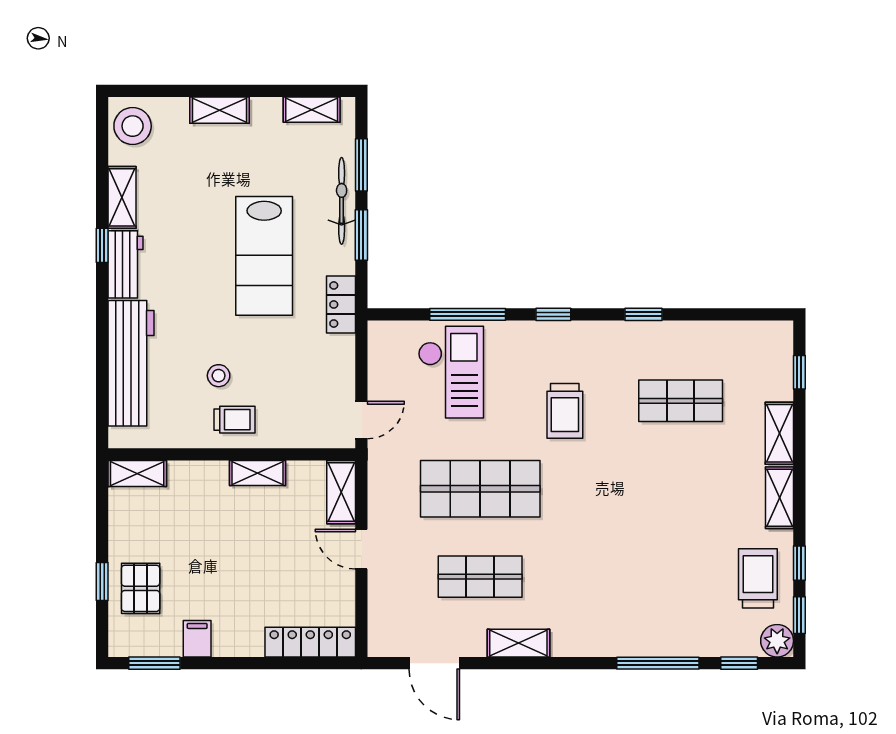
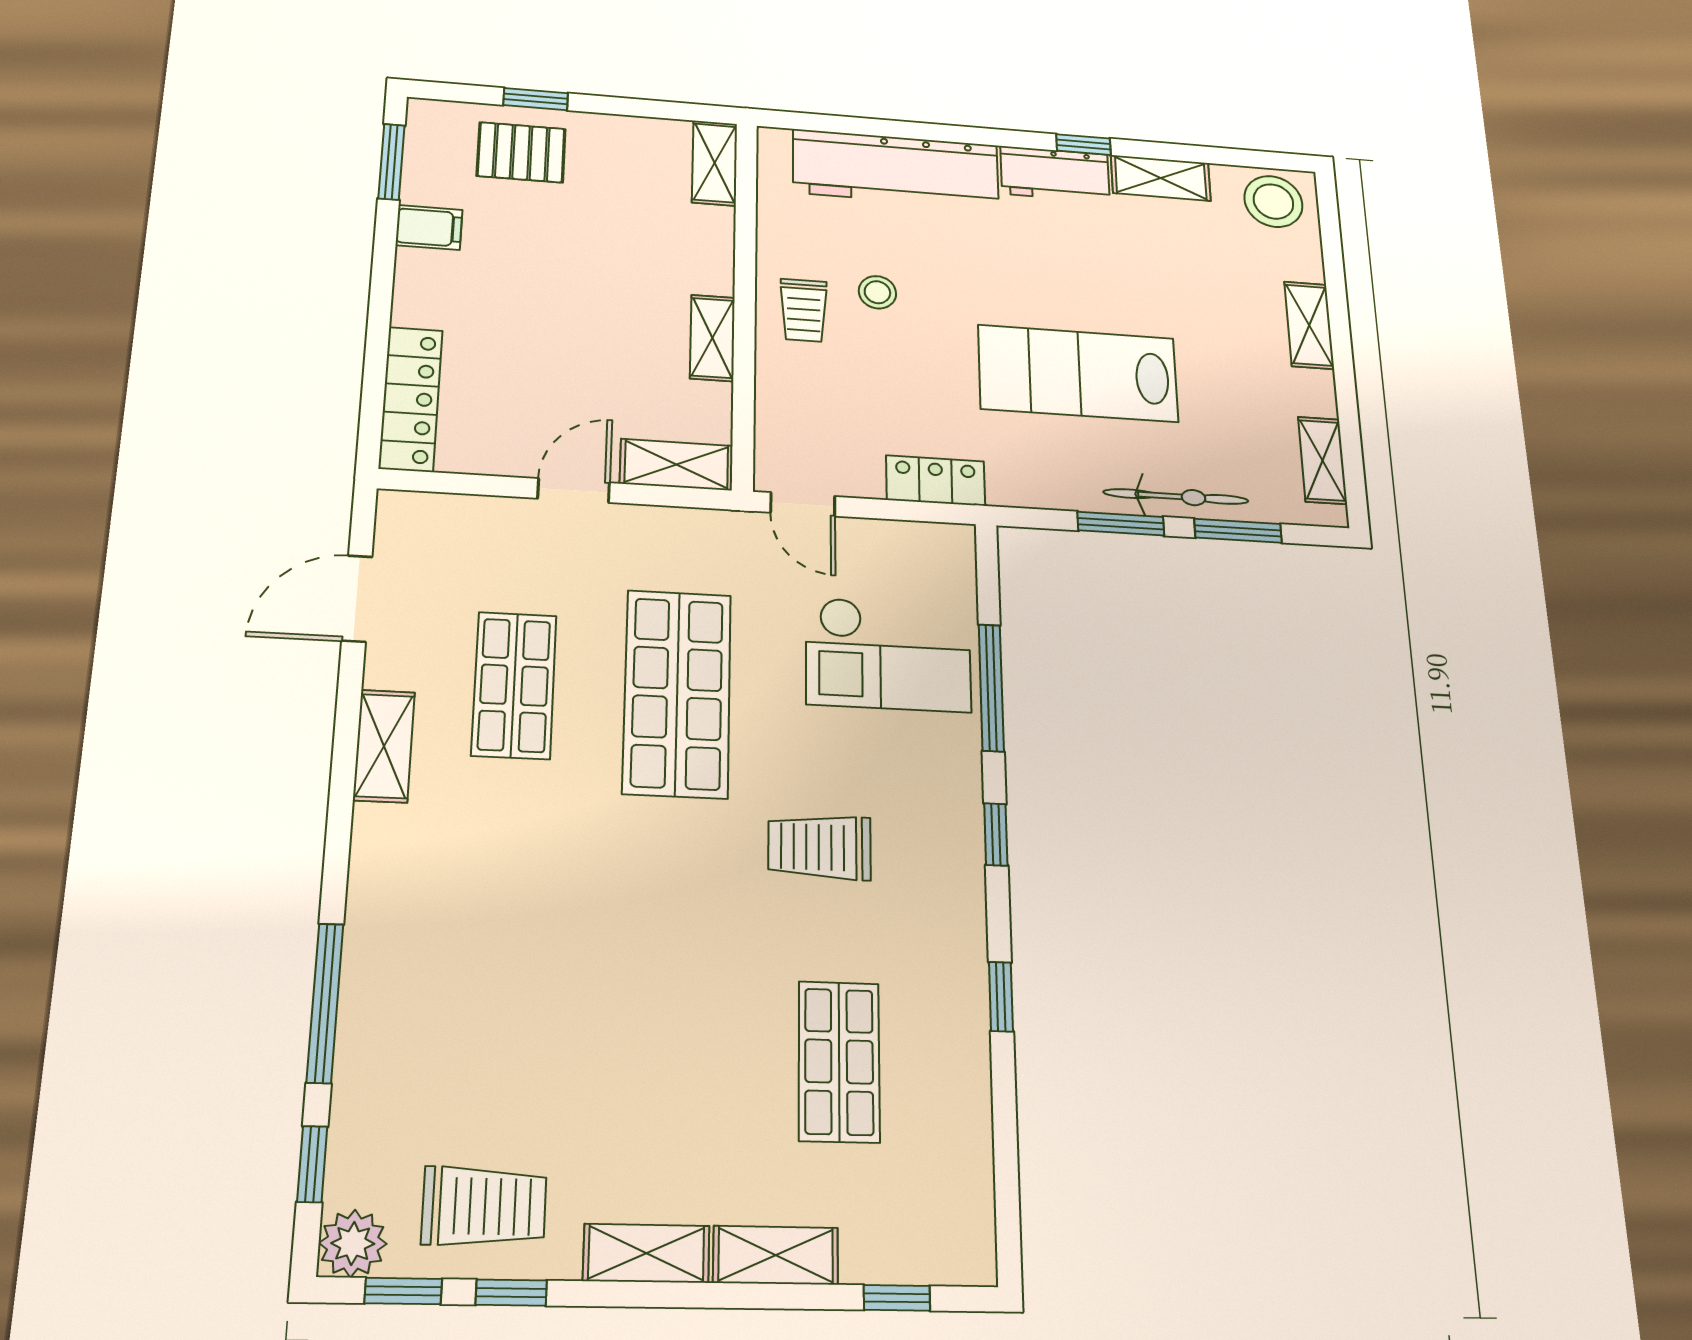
locker: (341, 304) -> (936, 481), moved

